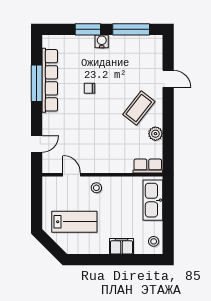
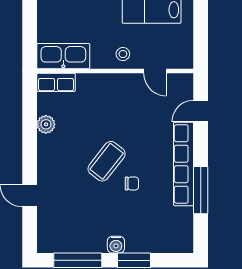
row of seats: (50, 80) -> (184, 164), moved
coffee table: (139, 108) -> (107, 161), moved
kitchen sink: (153, 200) -> (63, 56), moved, turned -90

